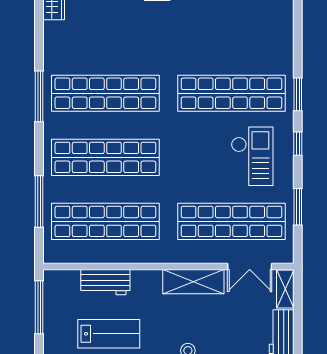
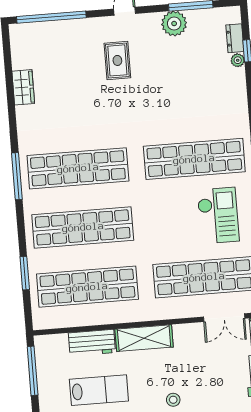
window: (39, 201) -> (25, 273), width x0.69
shelving: (193, 282) -> (144, 338), moved

